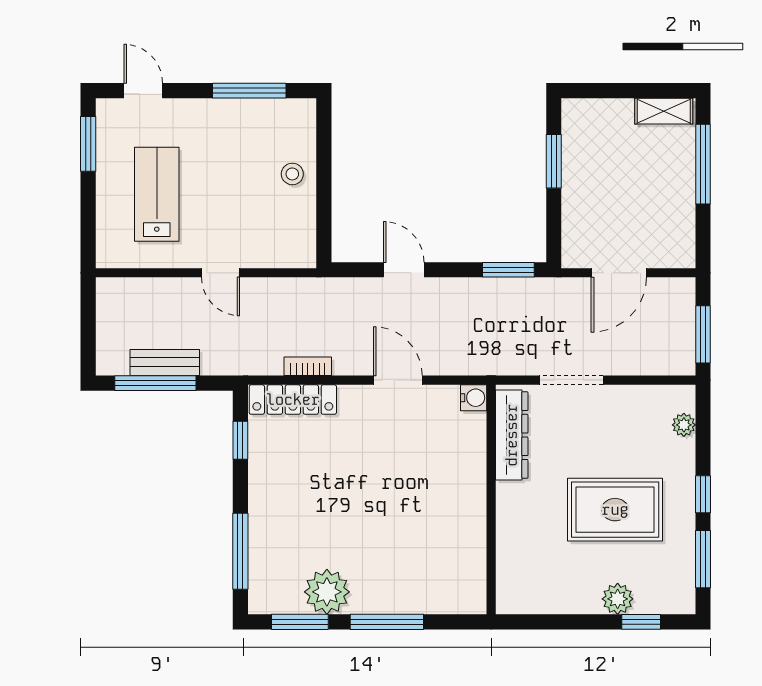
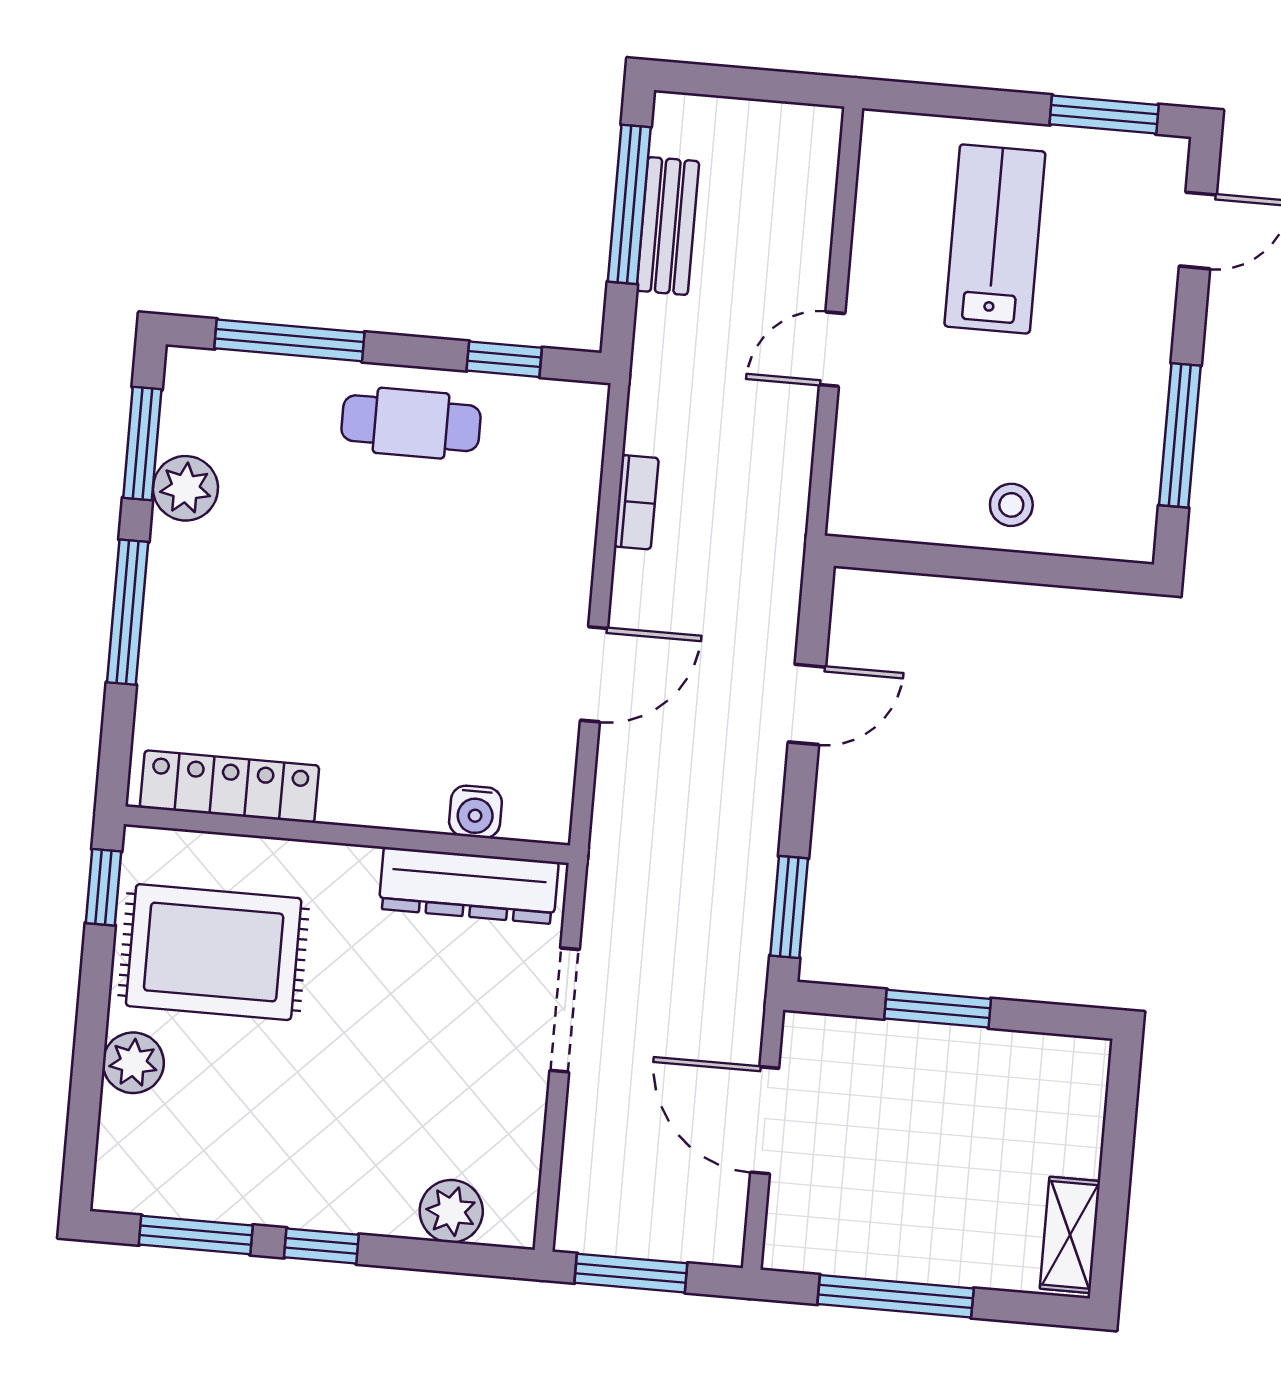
window: (554, 161) -> (938, 1009), moved
window: (703, 164) -> (896, 1296), moved
lab bench: (157, 194) -> (995, 239), turned -90
water cooler: (474, 398) -> (475, 812), moved
locker: (293, 400) -> (229, 787), moved, turned 90
plant: (684, 425) -> (451, 1211), width x1.38, depth x1.38
cafe table: (277, 485) -> (411, 423), added
rug: (615, 510) -> (214, 952), moved, turned 90
plant: (327, 592) -> (185, 488), width x0.73, depth x0.73
window: (641, 622) -> (104, 887), moved

